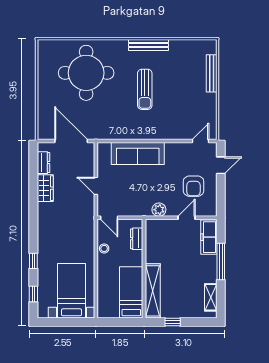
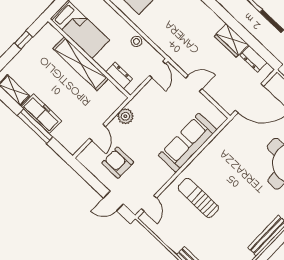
sun lounger: (145, 89) -> (198, 198), moved
door: (221, 165) -> (113, 201), hinge flipped
door: (109, 218) -> (157, 69), swing flipped
freezer: (209, 237) -> (41, 114), moved
shelving: (153, 291) -> (81, 64), moved

